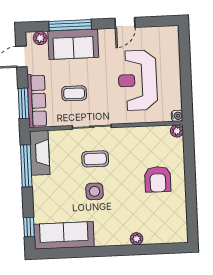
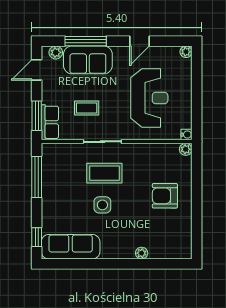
plant: (173, 31) -> (186, 52), added
reception desk: (138, 80) -> (149, 98), turned 180
row of seats: (37, 101) -> (50, 122), width x0.68
fireplace: (40, 153) -> (50, 165), removed
coffee table: (95, 159) -> (104, 173), width x1.36, depth x1.30
armchair: (158, 179) -> (165, 196), turned 90

